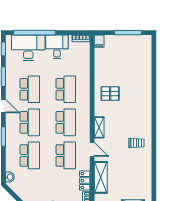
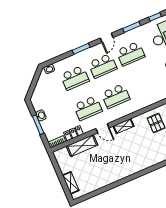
school desk: (66, 89) -> (144, 84), removed
trolley: (136, 143) -> (124, 163), removed
door: (92, 149) -> (102, 128), hinge flipped

